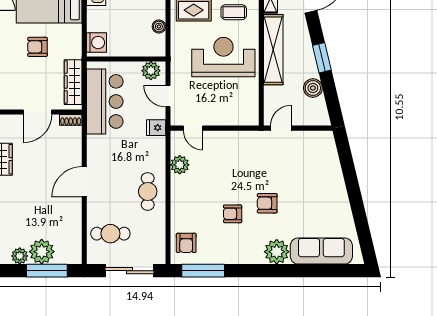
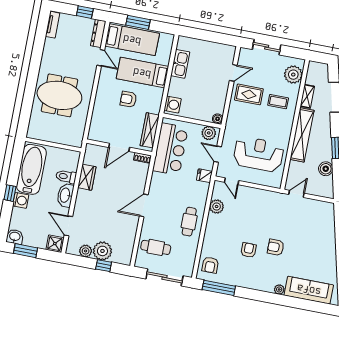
boiler: (159, 27) -> (218, 119), moved
reception desk: (223, 57) -> (258, 154), moved
armchair: (233, 214) -> (249, 250), turned 90
plant: (277, 252) -> (279, 289), width x0.53, depth x0.53
window: (47, 271) -> (104, 266), width x0.46

